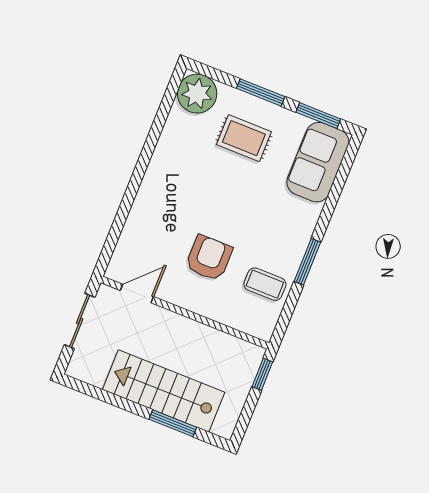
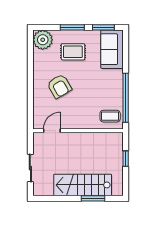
armchair: (209, 258) -> (59, 86), moved, turned 150
window: (307, 262) -> (126, 98), width x2.11
door: (137, 293) -> (52, 131), moved
wall: (185, 313) -> (78, 131), moved

